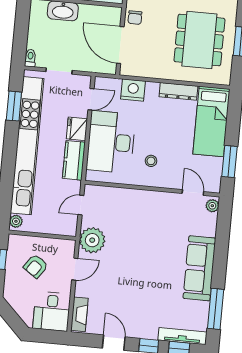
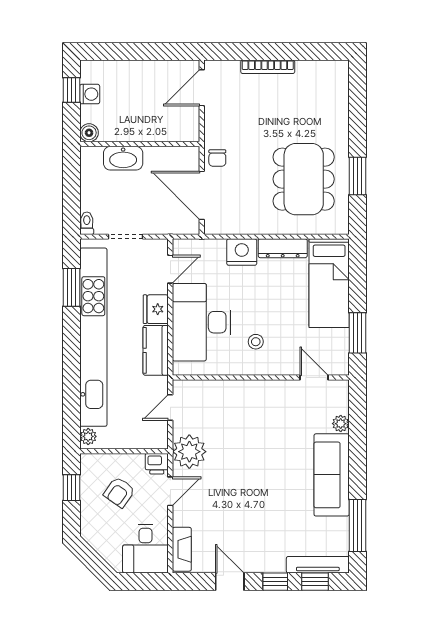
nightstand: (133, 90) -> (242, 252), moved
plant: (212, 206) -> (341, 424), moved
printer: (66, 247) -> (157, 464), added

